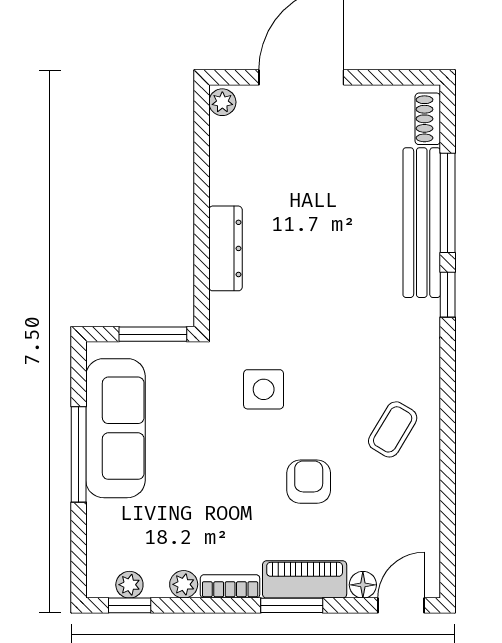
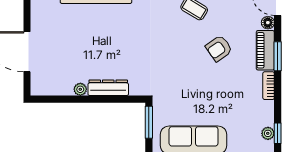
plant: (222, 102) -> (80, 89), moved
side table: (264, 389) -> (175, 70), removed
armchair: (309, 482) -> (219, 48), turned -35
plant: (184, 584) -> (268, 108), removed

